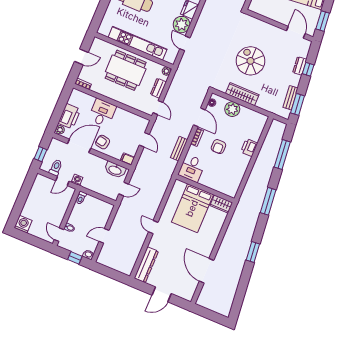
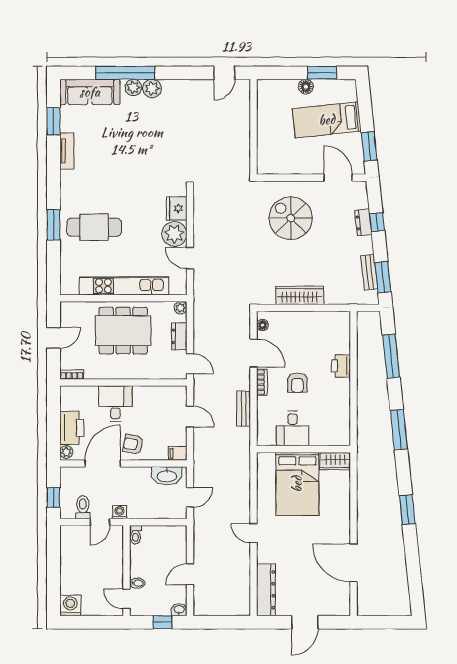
spiral stairs: (251, 61) -> (291, 218), moved
plant: (232, 109) -> (295, 322), removed
desk: (192, 168) -> (293, 429), moved

